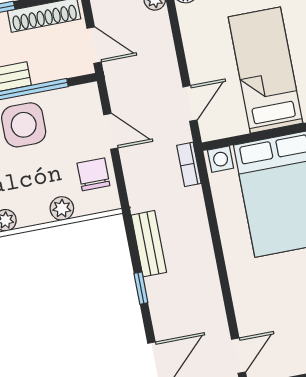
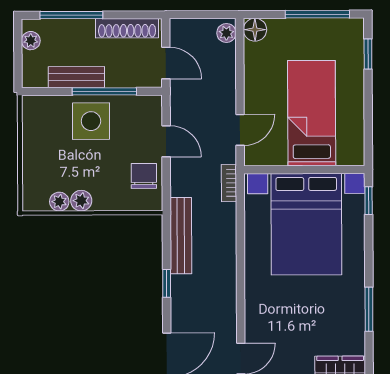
plant: (62, 208) -> (81, 201), moved
bench: (149, 244) -> (181, 236), width x1.36

